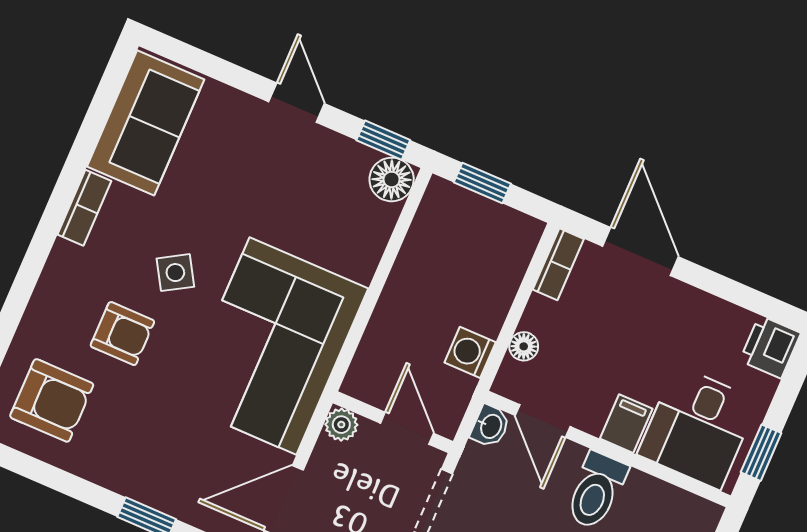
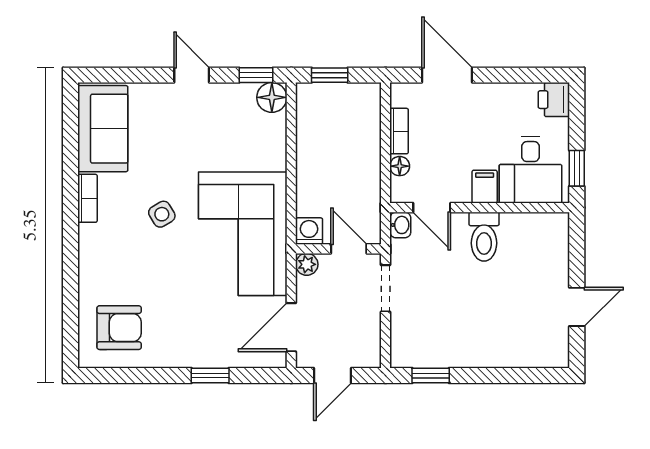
bookcase: (558, 264) -> (399, 131), moved
armchair: (122, 334) -> (145, 267), removed
washing machine: (470, 352) -> (309, 231), moved, turned 90

